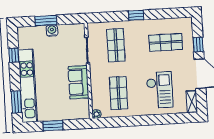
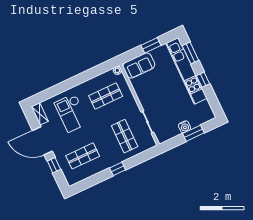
window: (14, 55) -> (203, 80), moved
sofa: (78, 82) -> (139, 66), moved, turned 90
shop shelf: (119, 93) -> (106, 96), turned 90

